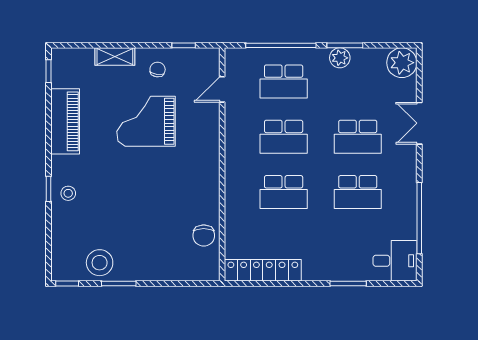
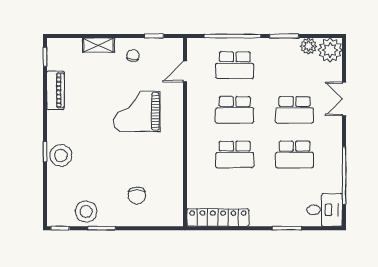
plant: (340, 58) -> (309, 46), moved
piano: (65, 121) -> (55, 90), width x0.73, depth x0.75
grand piano: (146, 121) -> (137, 111), moved
stool: (68, 193) -> (61, 155), width x1.89, depth x1.89
chair: (204, 235) -> (137, 195), moved

